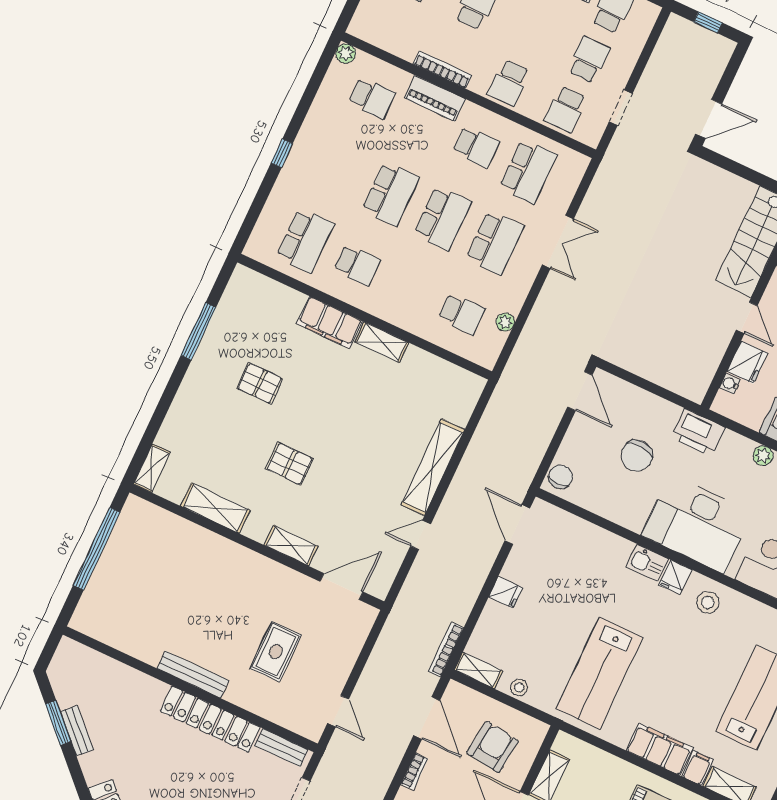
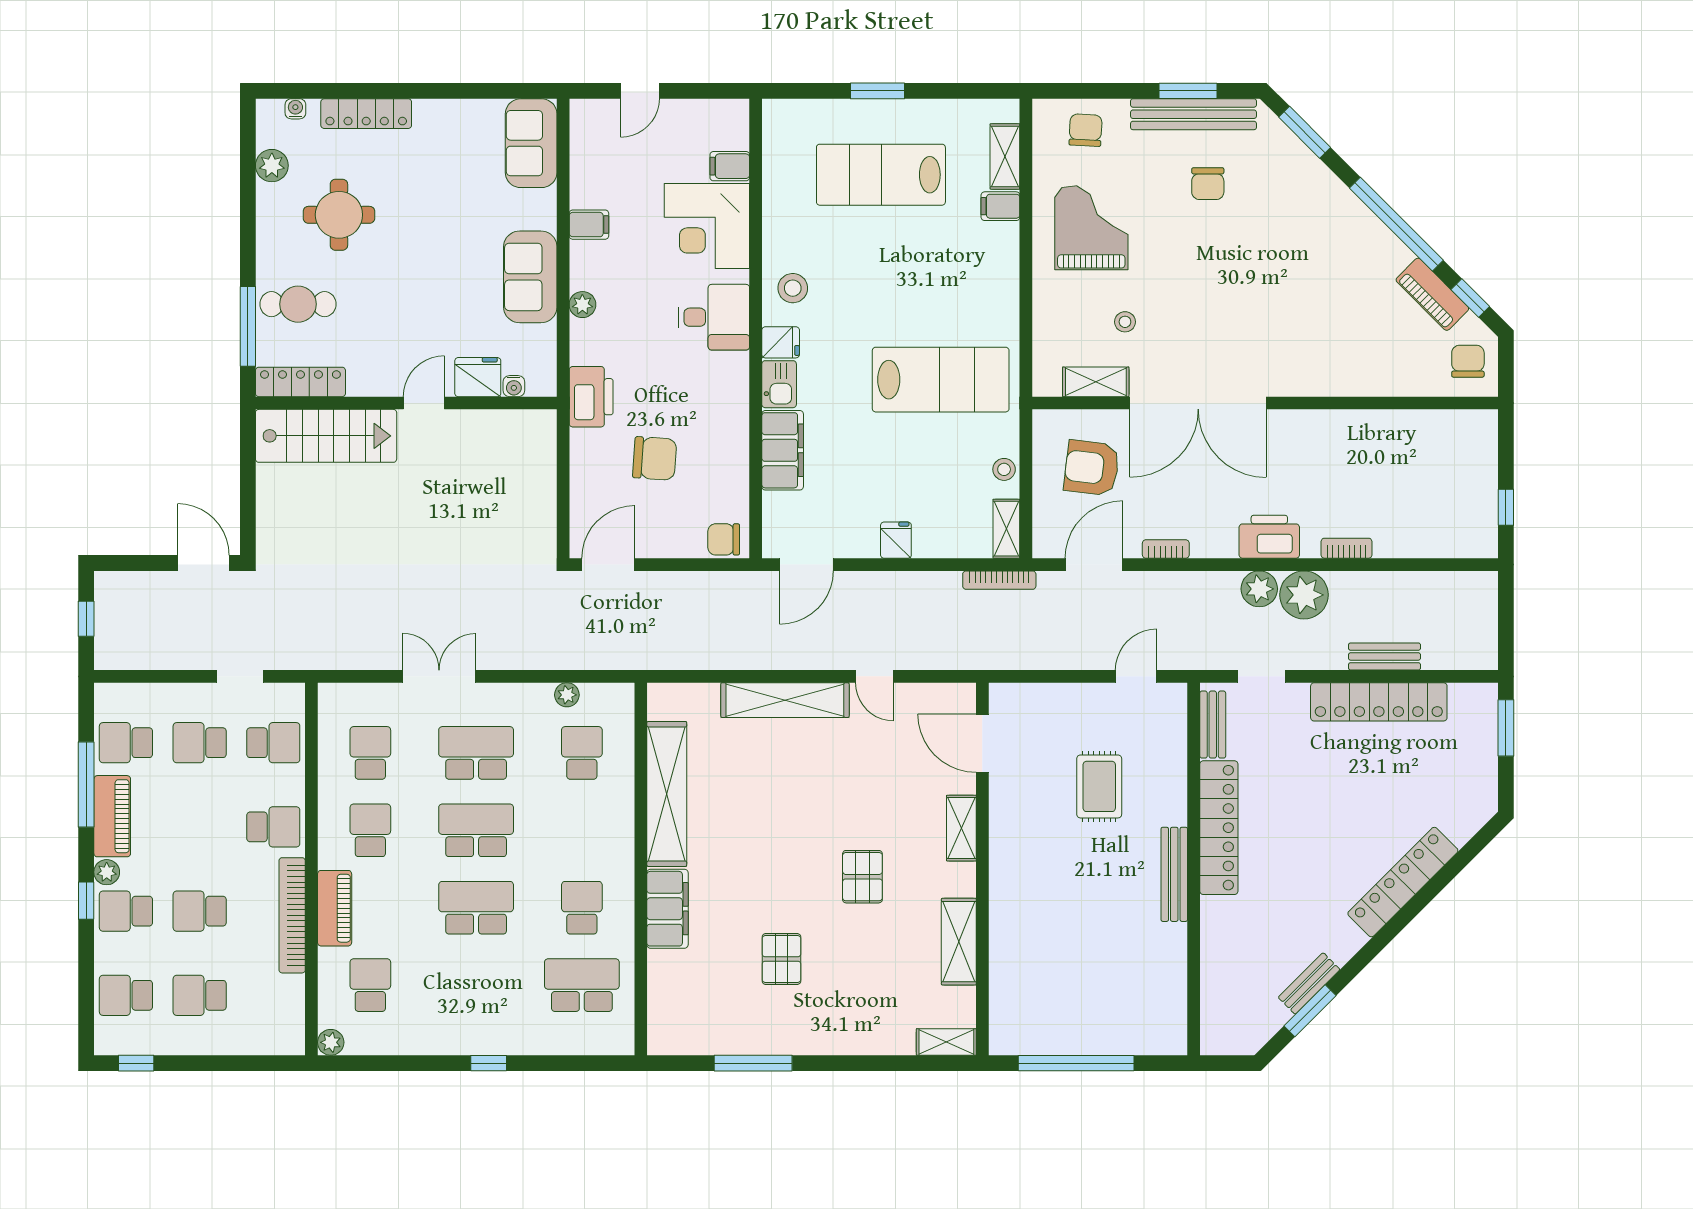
bookcase: (442, 70) -> (292, 915), width x1.48, depth x1.31
school desk: (528, 171) -> (370, 753), width x0.54
shelving: (382, 342) -> (667, 794), width x2.20, depth x1.33
desk: (697, 524) -> (714, 317), width x0.53, depth x0.77
rug: (276, 652) -> (1099, 786), turned 90
filing cabinet: (660, 749) -> (783, 450), moved, turned 180

